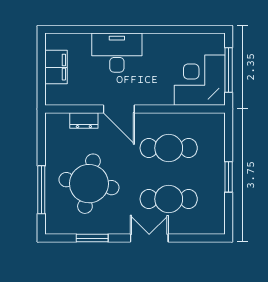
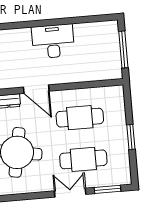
desk: (117, 53) -> (53, 41), moved
corner desk: (200, 80) -> (100, 60), removed
window: (92, 238) -> (107, 189), moved

